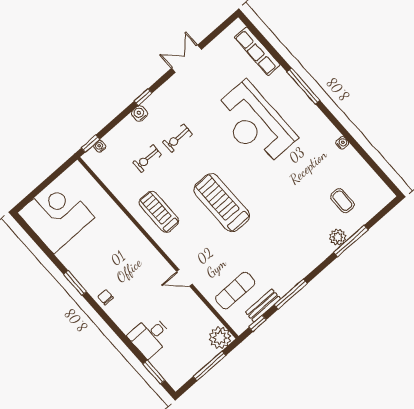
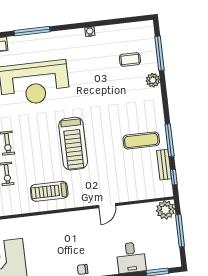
treadmill: (222, 203) -> (73, 144), turned -90
window: (351, 241) -> (159, 53), moved
exercise mat: (235, 291) -> (141, 140), moved, turned 90

